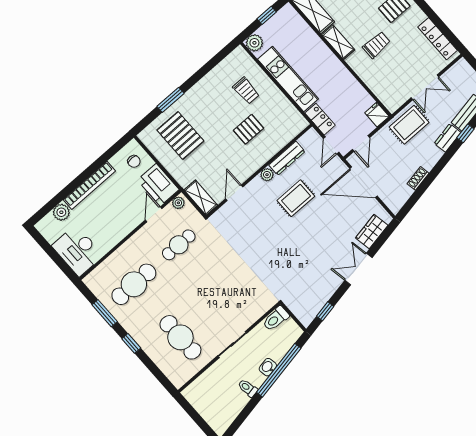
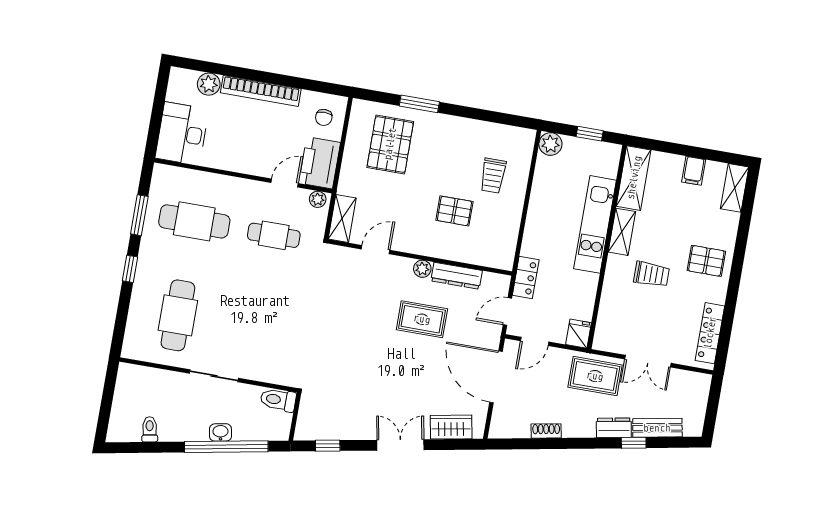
kitchen unit: (288, 79) -> (595, 224), moved, turned 180
toilet: (248, 388) -> (150, 429), moved

